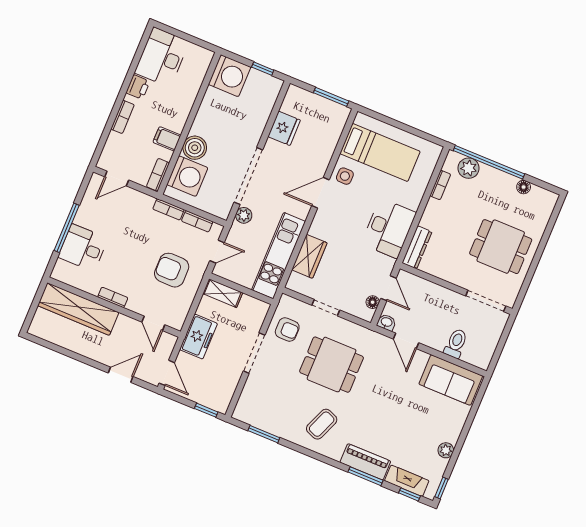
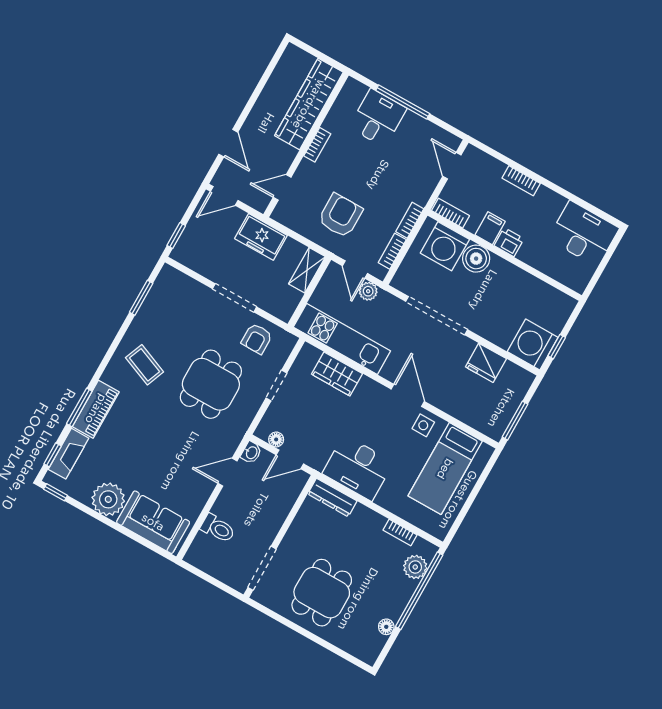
washing machine: (230, 76) -> (533, 345), moved, turned 90
printer: (138, 87) -> (509, 242), moved, turned 180
plant: (244, 215) -> (368, 291), moved
sofa: (451, 380) -> (153, 522), moved, turned 90
plant: (446, 450) -> (108, 499), width x1.87, depth x1.87

